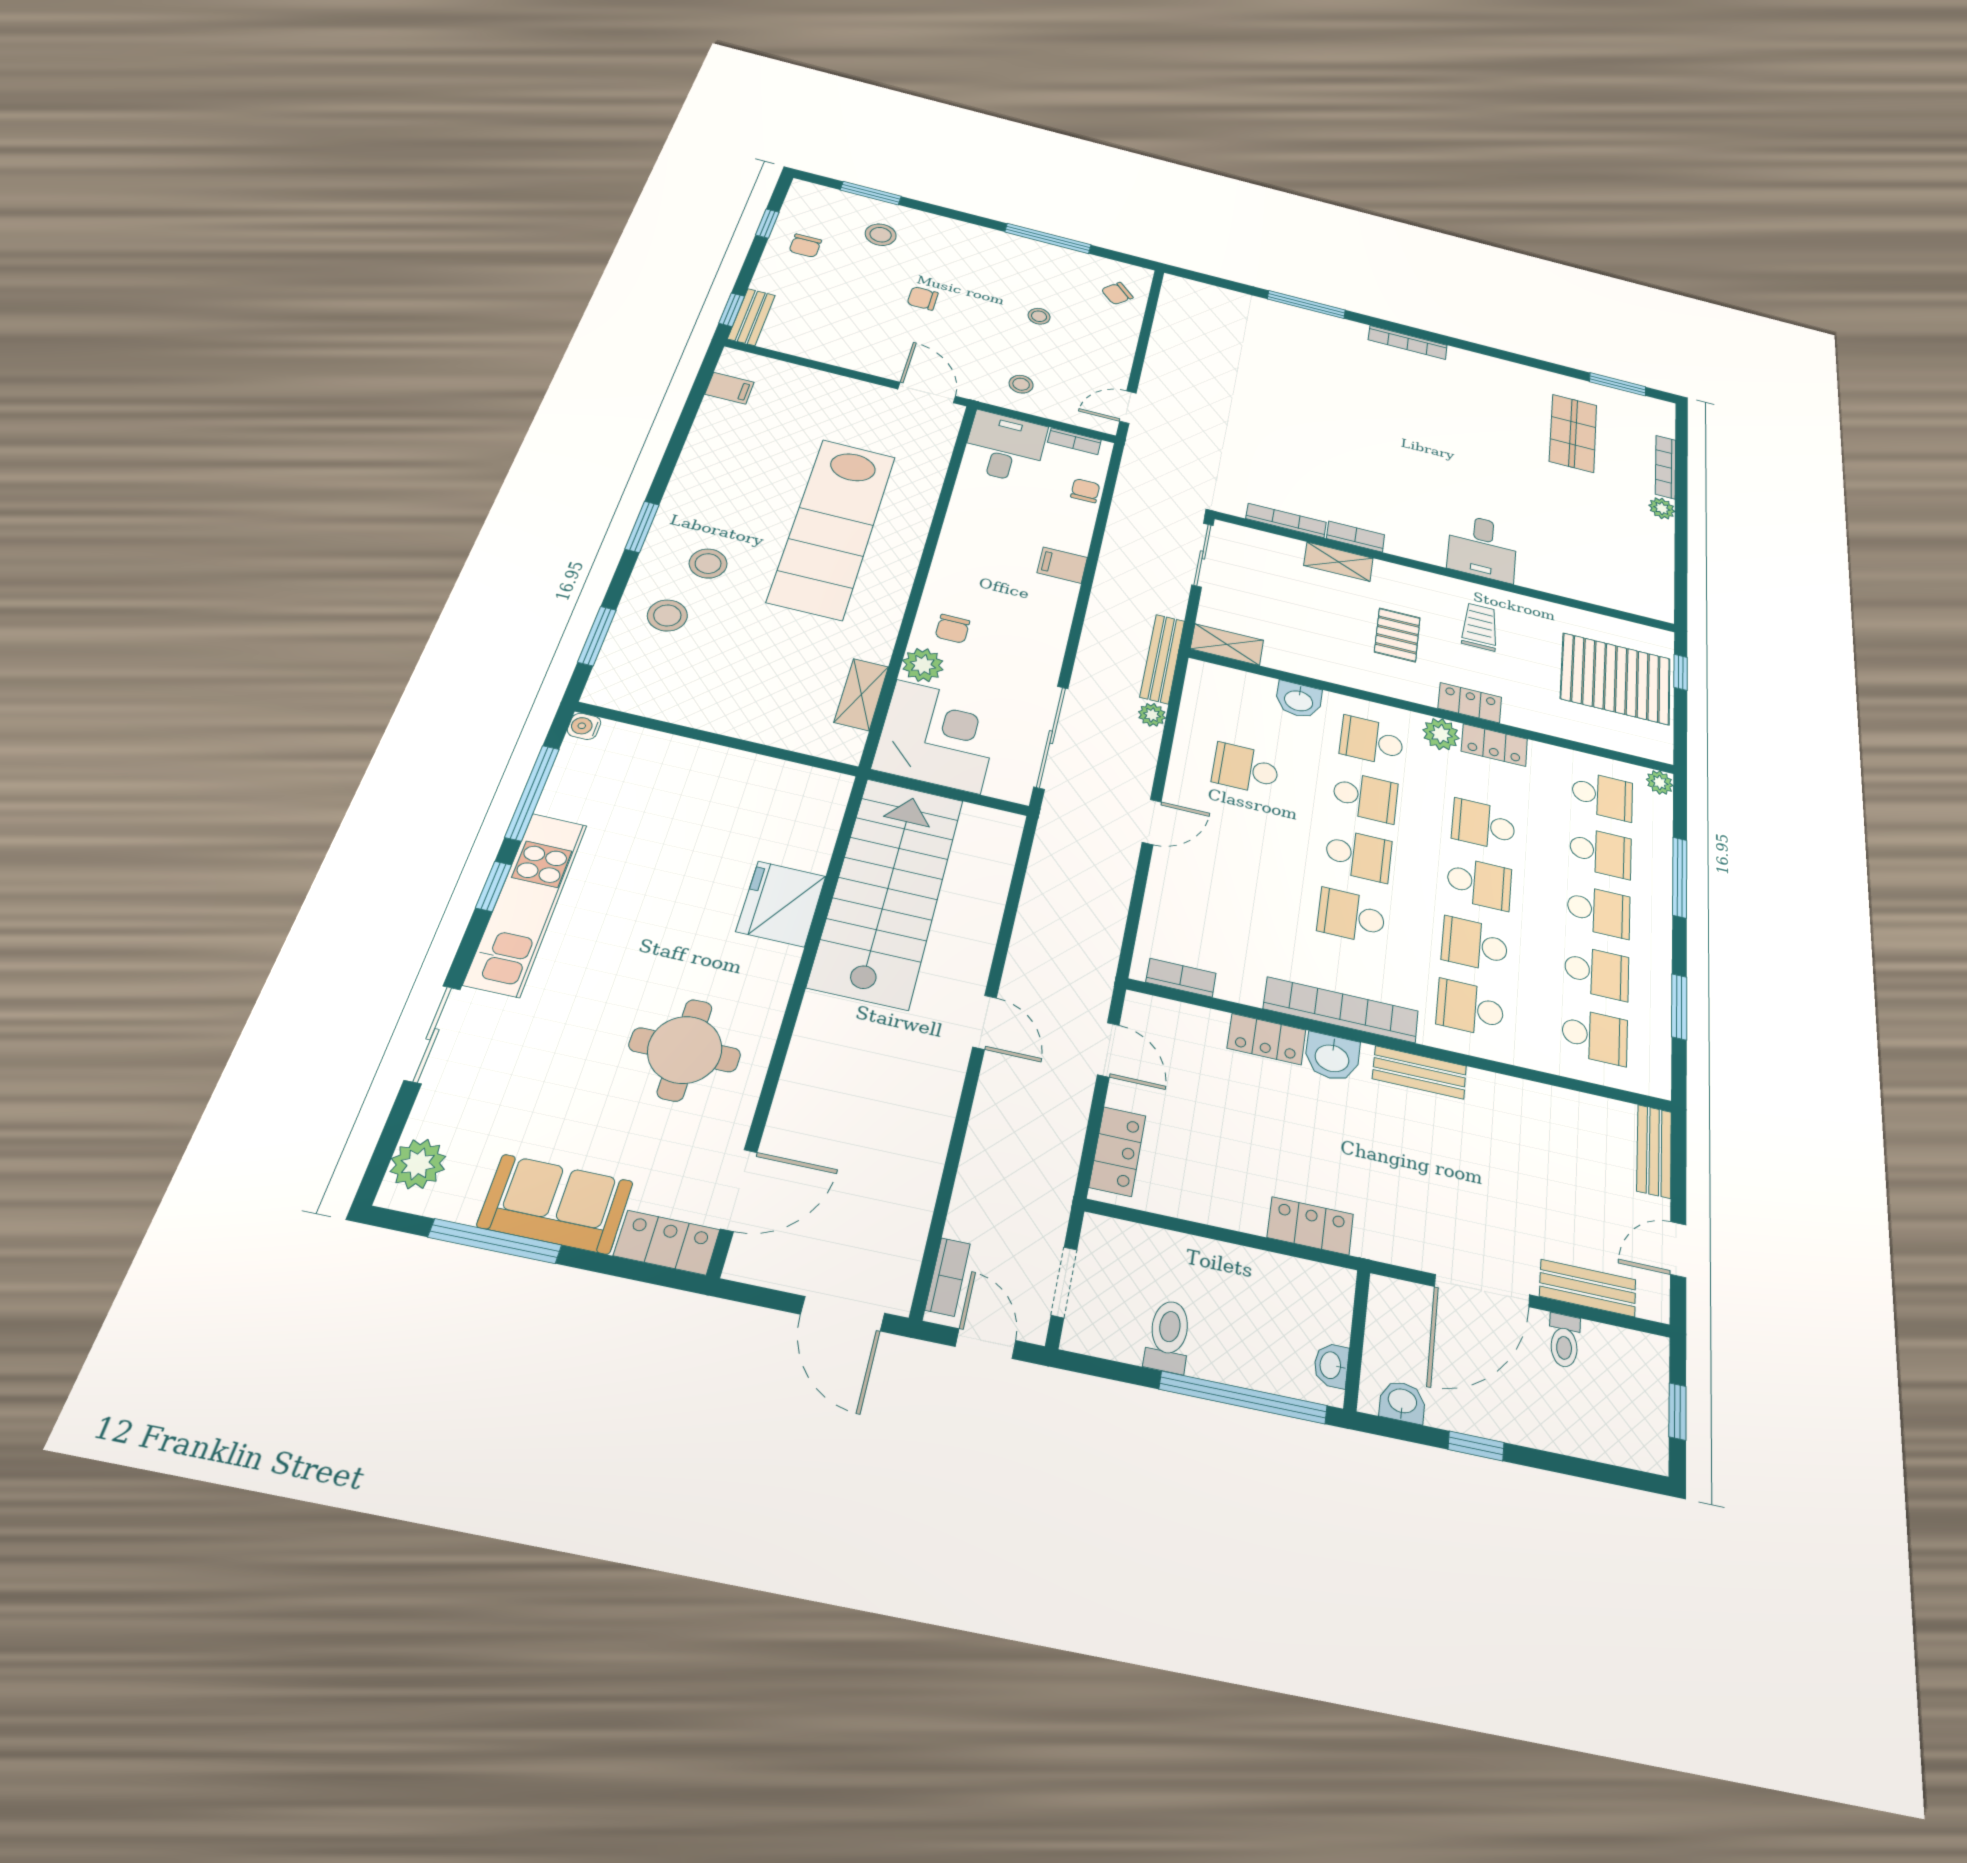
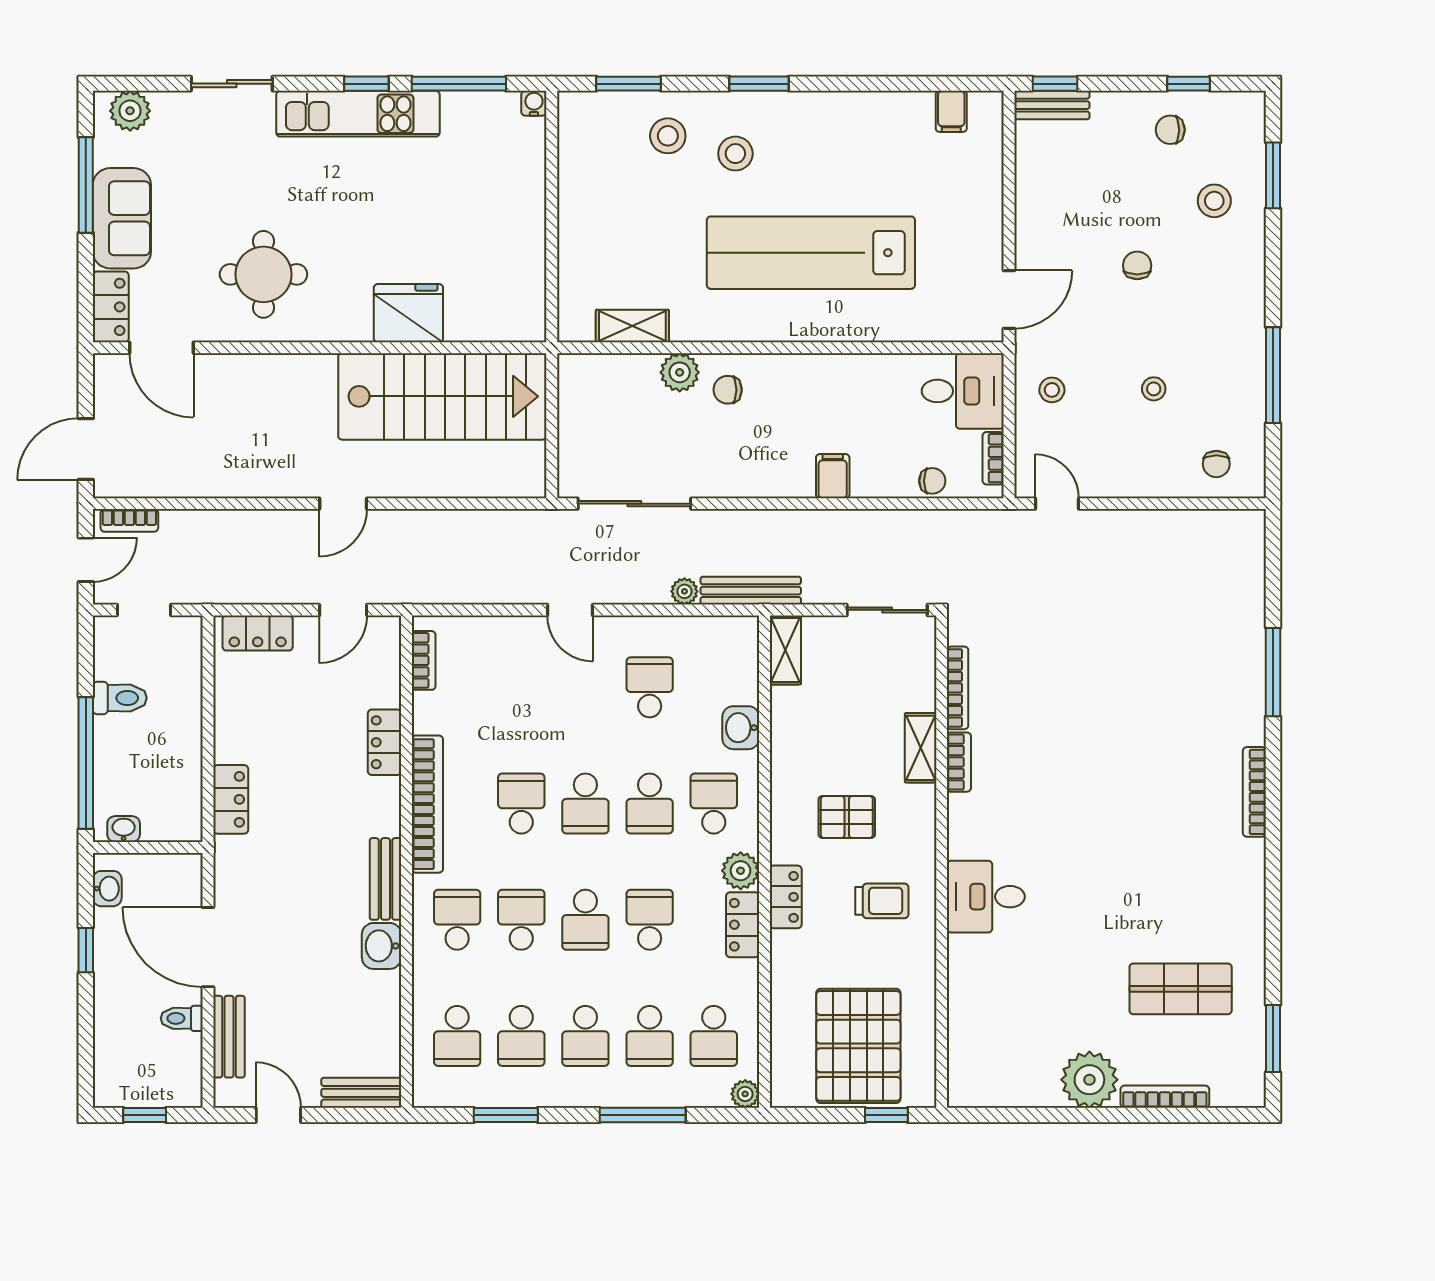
chair: (1117, 293) -> (1216, 464), turned -136
plant: (1662, 508) -> (1089, 1080), width x1.87, depth x1.87
corner desk: (938, 736) -> (607, 403), removed
washbasin: (1332, 1057) -> (382, 946), moved

